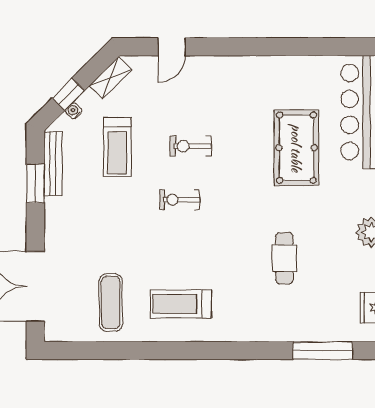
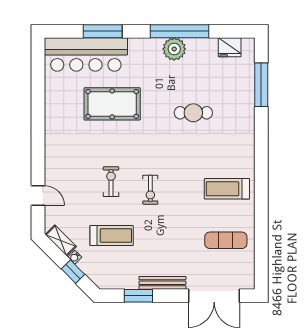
water cooler: (74, 111) -> (75, 257), moved
exercise bike: (191, 146) -> (111, 182), turned 180
bench: (53, 164) -> (162, 283), moved
treadmill: (181, 304) -> (227, 189), turned 90

